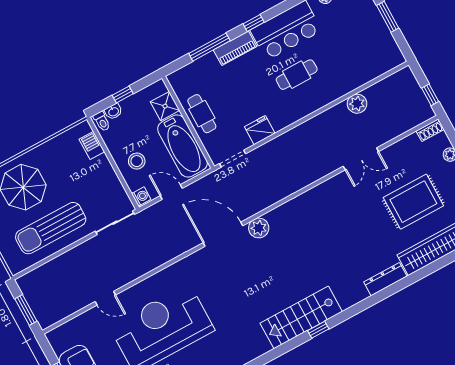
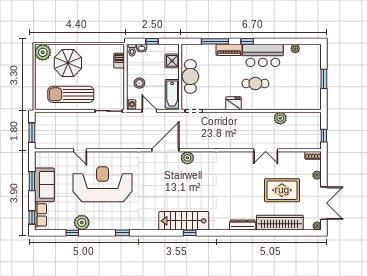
cafe table: (202, 114) -> (190, 76), width x1.37, depth x1.35
fridge: (260, 130) -> (233, 103), moved
bathtub: (182, 146) -> (172, 94), width x0.73, depth x0.73
door: (223, 234) -> (165, 150), hinge flipped

